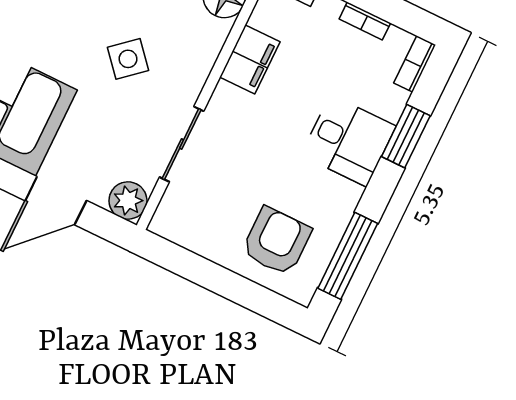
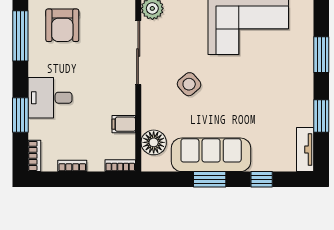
filing cabinet: (250, 59) -> (124, 124), width x0.50
sliding door: (182, 144) -> (138, 53), width x1.37

